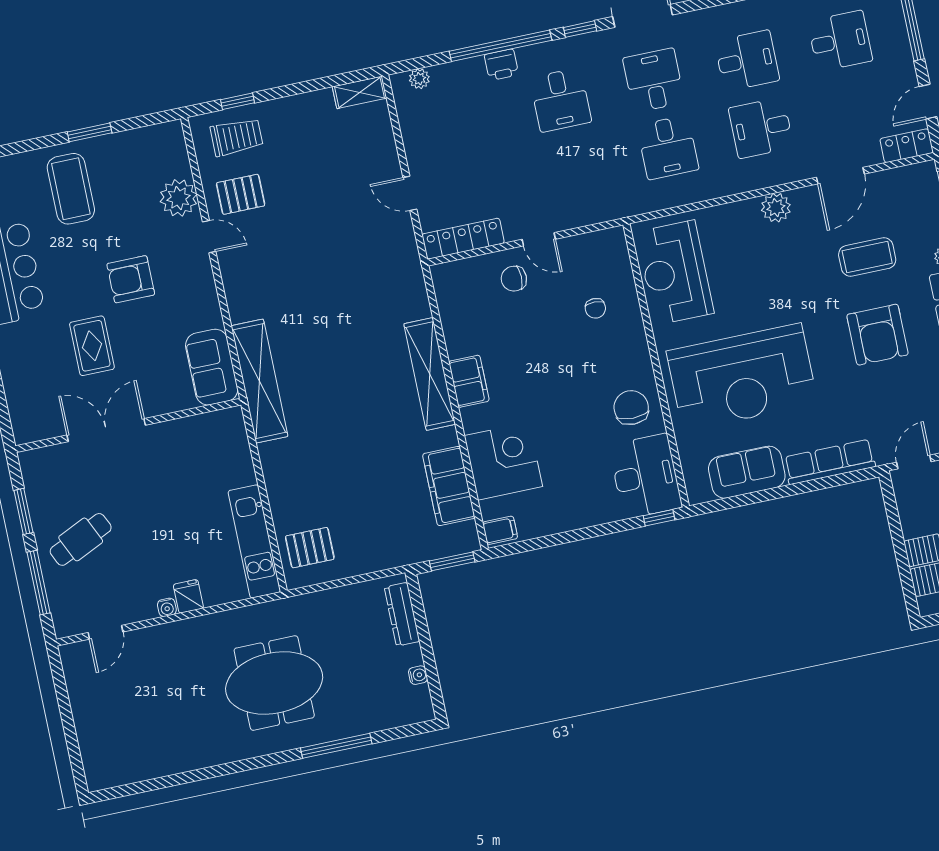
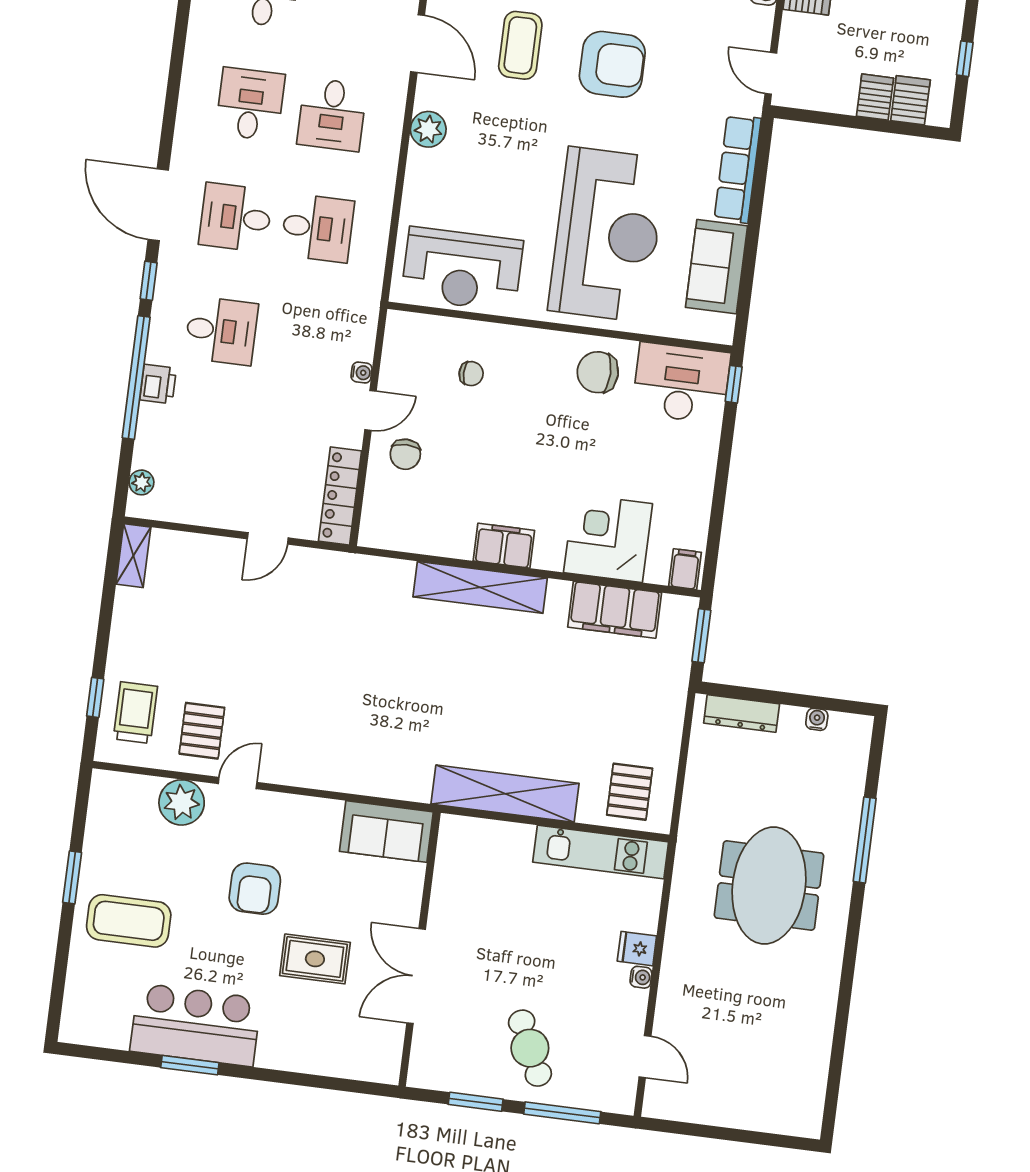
water cooler: (566, 222) -> (362, 373), added
shelving: (259, 381) -> (505, 794), moved

